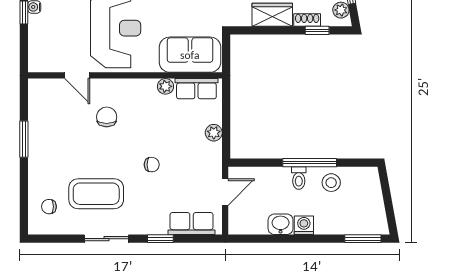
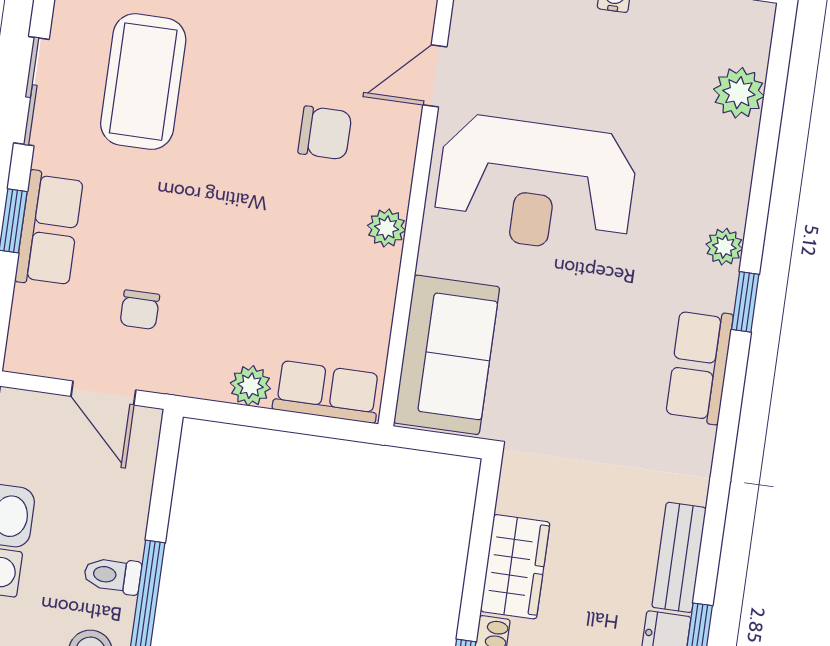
plant: (165, 86) -> (387, 228), moved
row of seats: (196, 89) -> (327, 392), moved, turned 90
chair: (152, 165) -> (140, 310), moved
row of seats: (192, 224) -> (49, 229), moved

